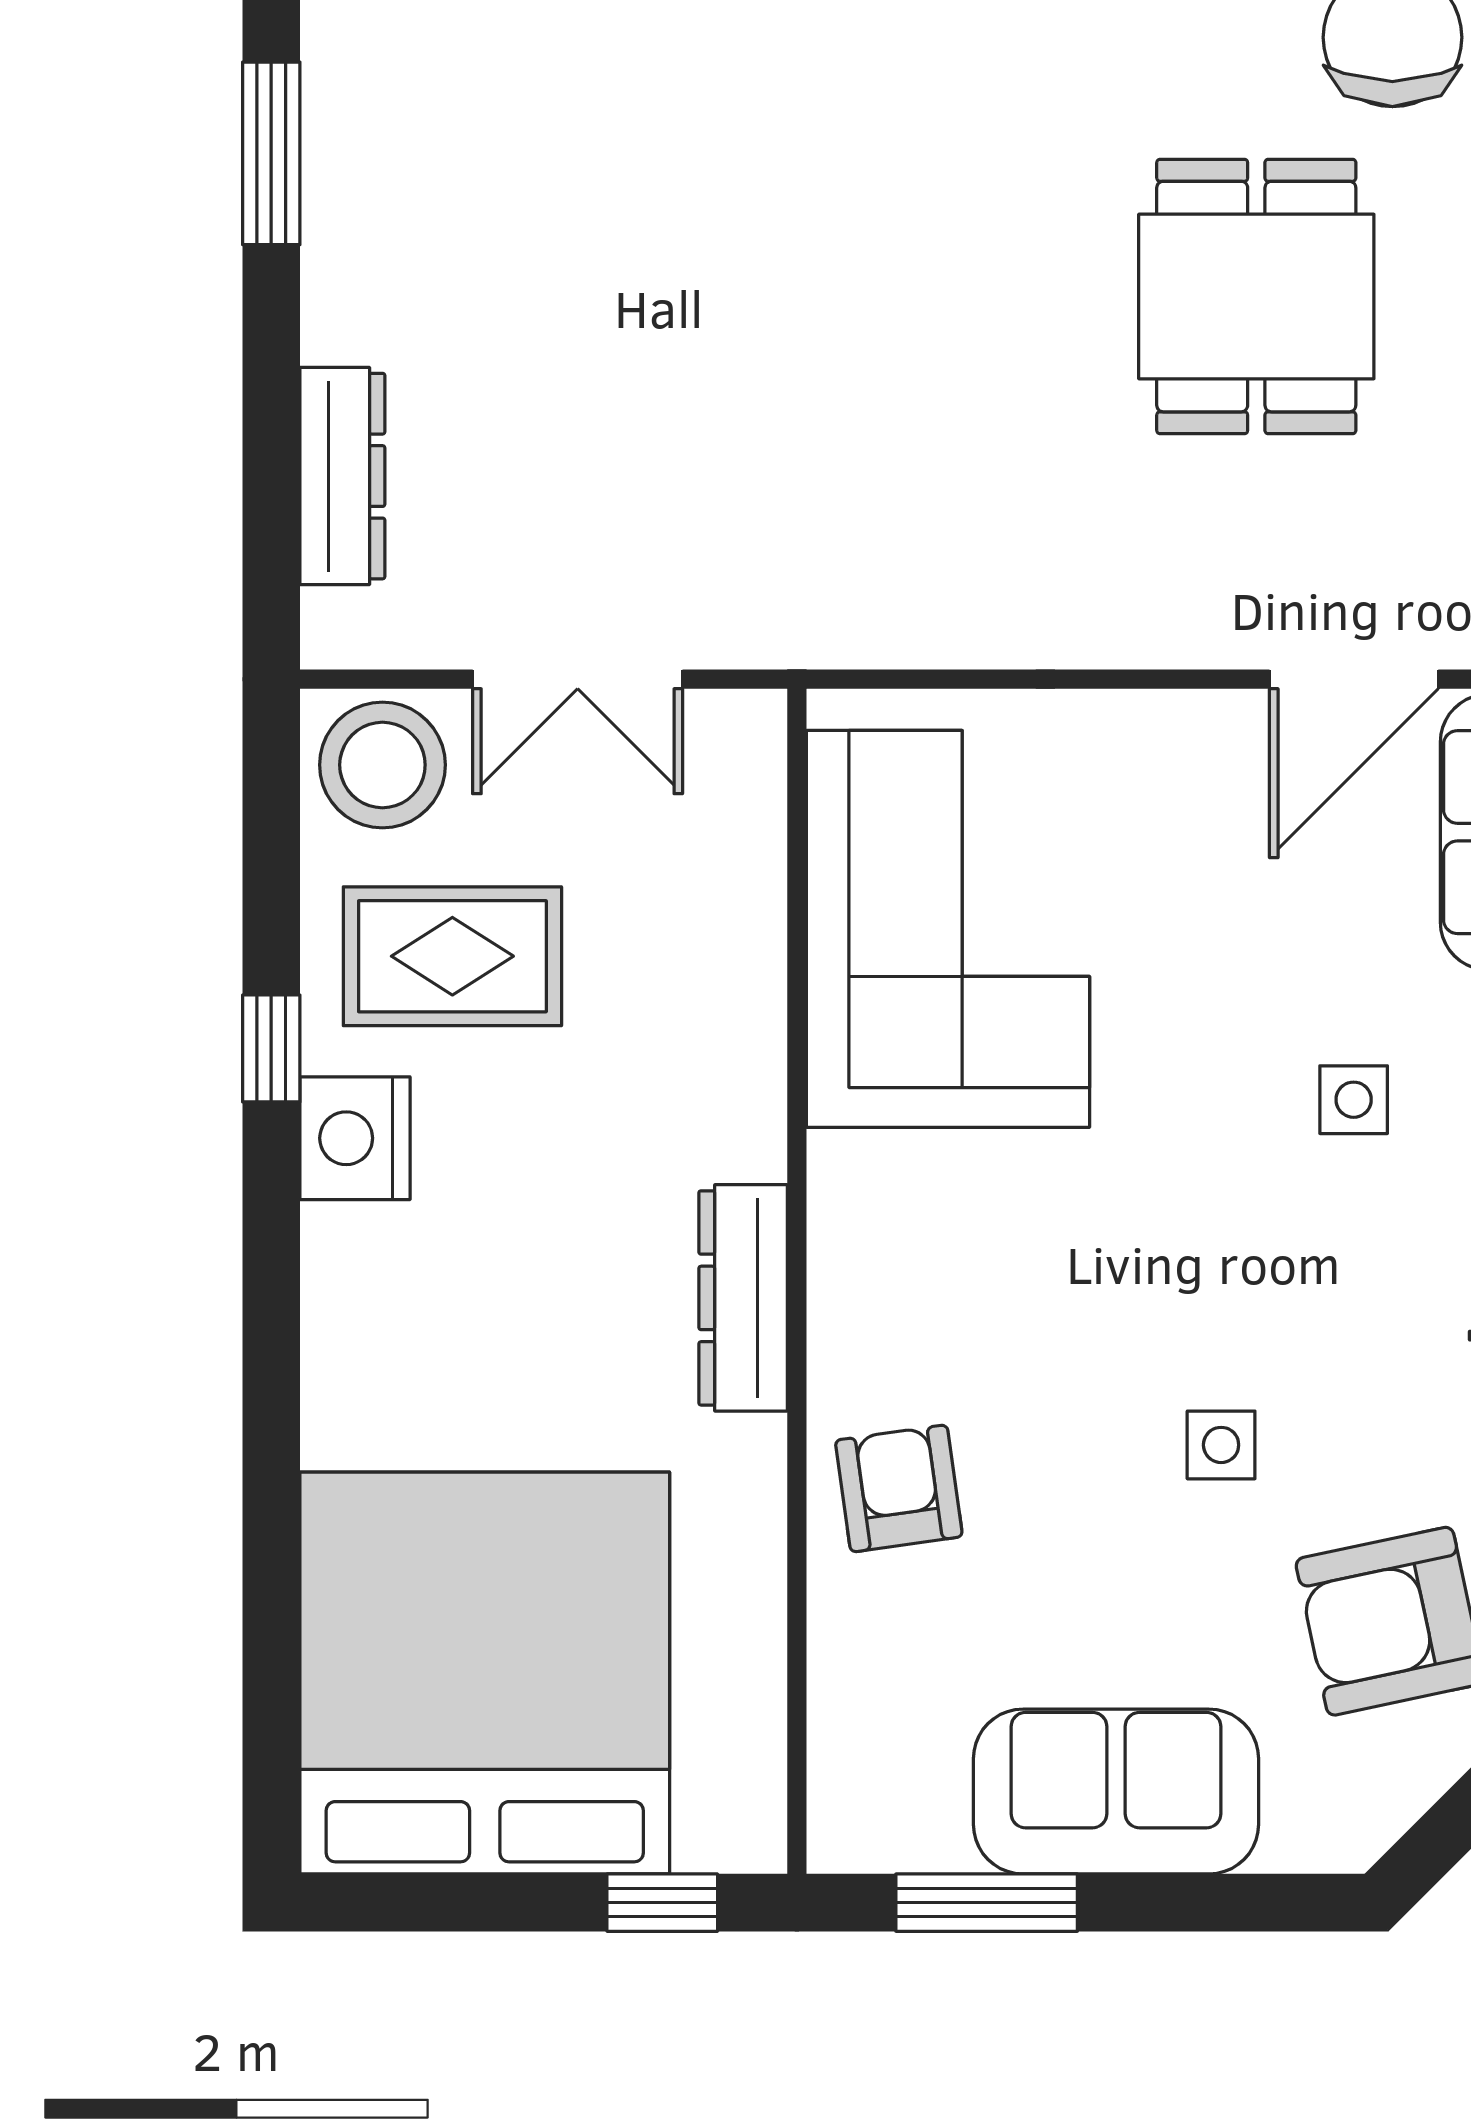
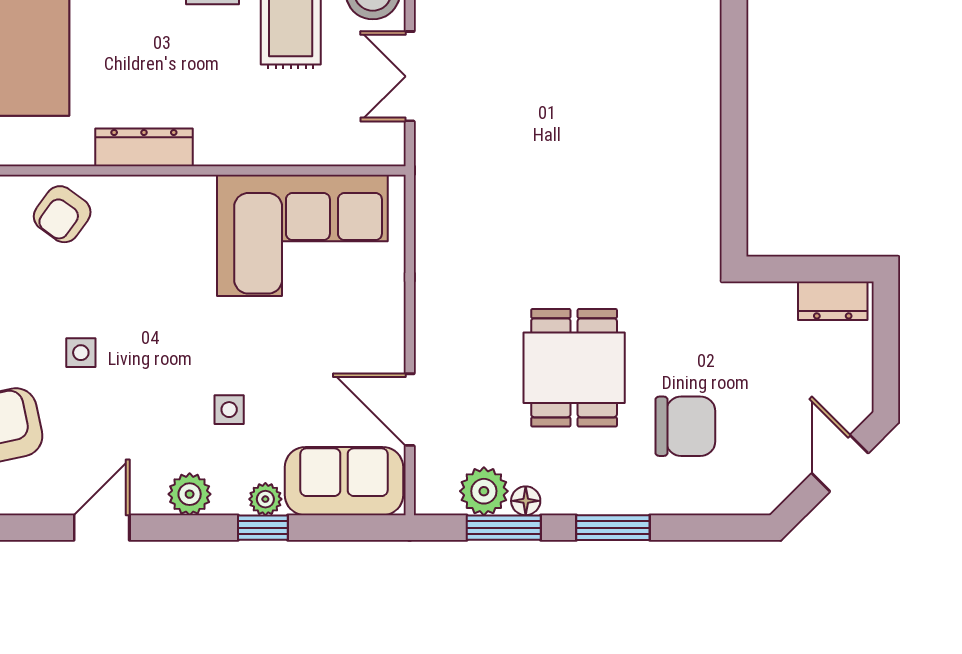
dining table: (1256, 297) -> (574, 368), turned 90
armchair: (899, 1488) -> (62, 214), turned 134

